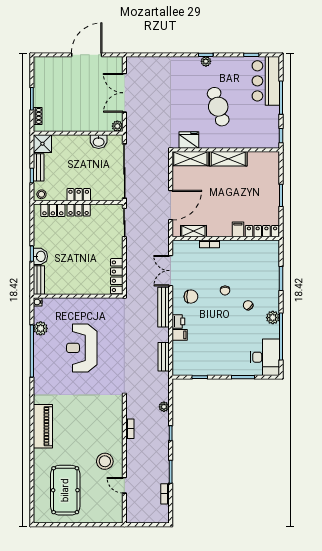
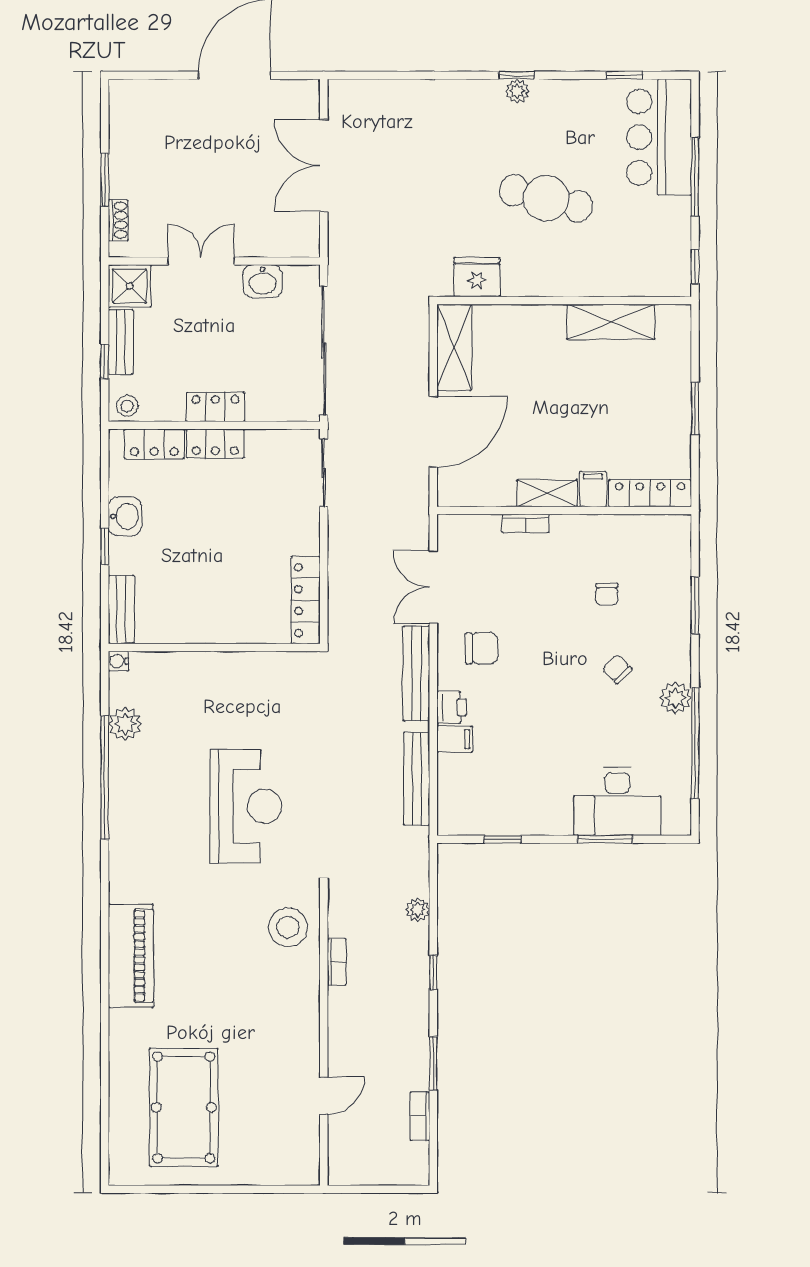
cafe table: (218, 107) -> (546, 198), turned -59
plant: (117, 126) -> (307, 244), removed
double door: (73, 133) -> (201, 261), added
shelving: (190, 159) -> (454, 347), moved, turned 90
shelving: (228, 159) -> (611, 322), moved
shelving: (193, 231) -> (547, 493), moved
washbasin: (40, 256) -> (125, 516), moved
chair: (225, 290) -> (607, 594), moved
reception desk: (82, 348) -> (246, 806), moved, turned 180
bench: (164, 357) -> (417, 779), width x1.36
desk: (265, 357) -> (617, 801), moved, turned 90
stool: (105, 461) -> (288, 927), moved
door: (124, 485) -> (324, 1096), swing flipped

